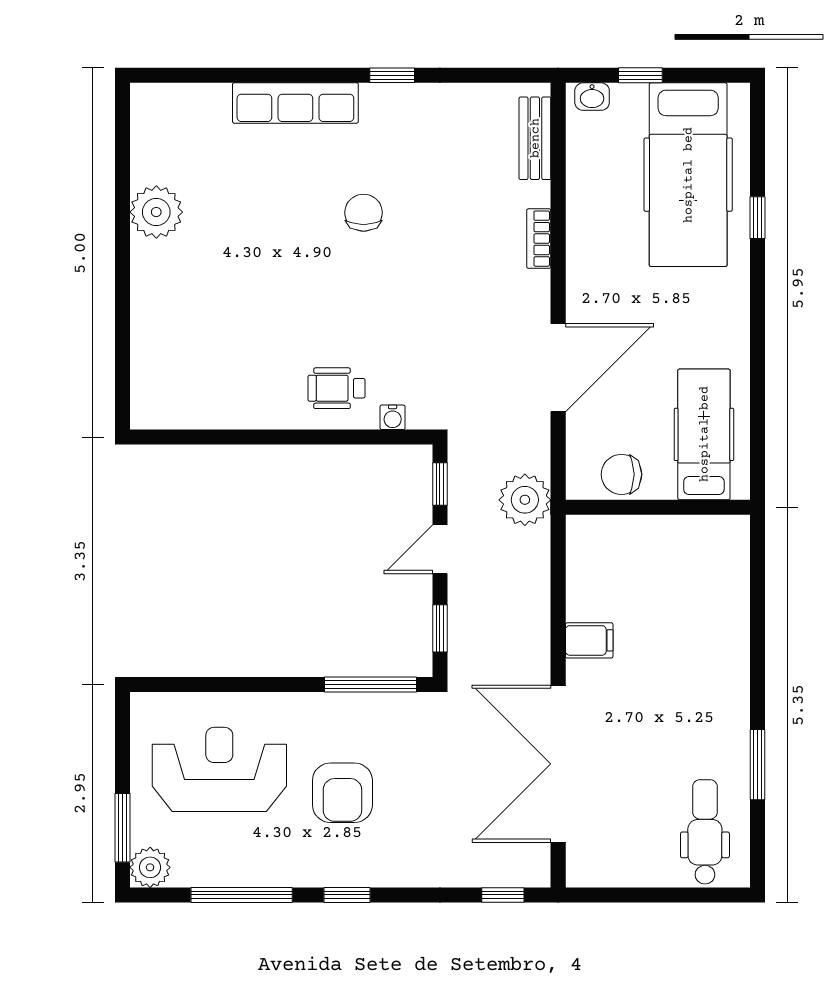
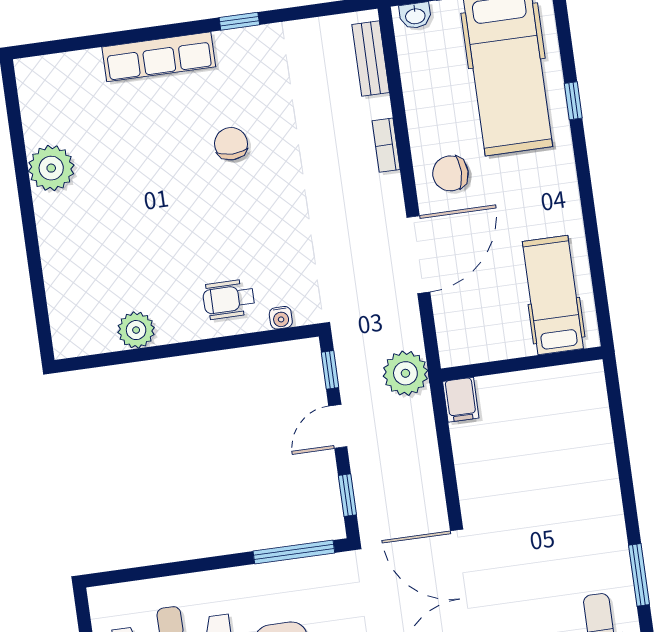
plant: (227, 409) -> (136, 330), added
chair: (621, 474) -> (450, 173), moved
filing cabinet: (589, 640) -> (461, 400), moved, turned 90

